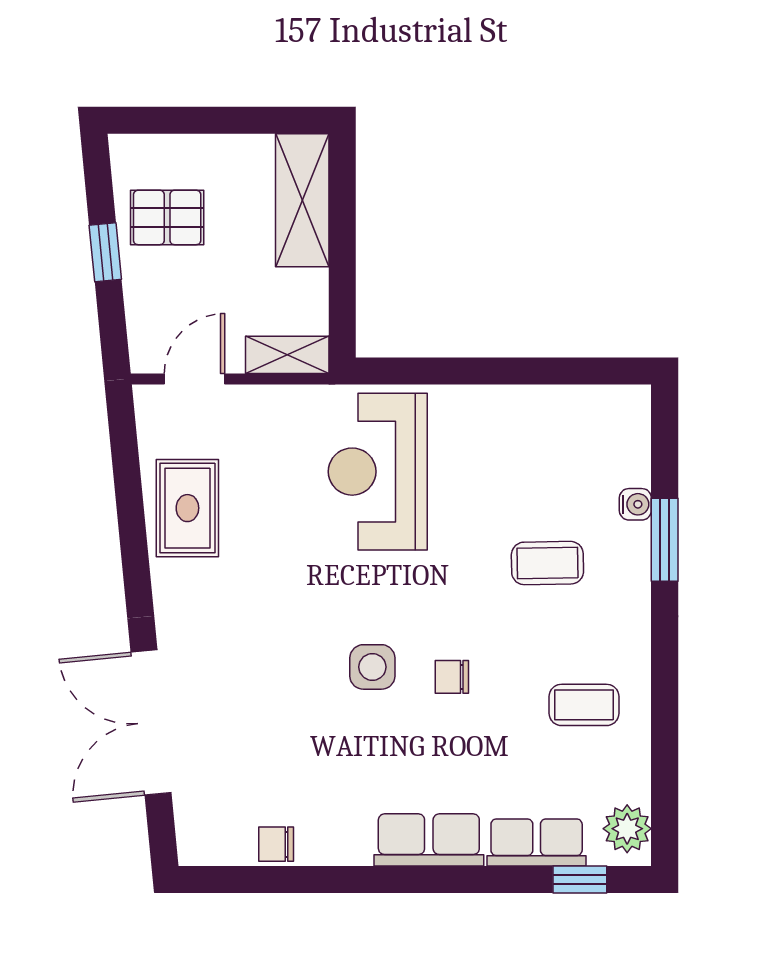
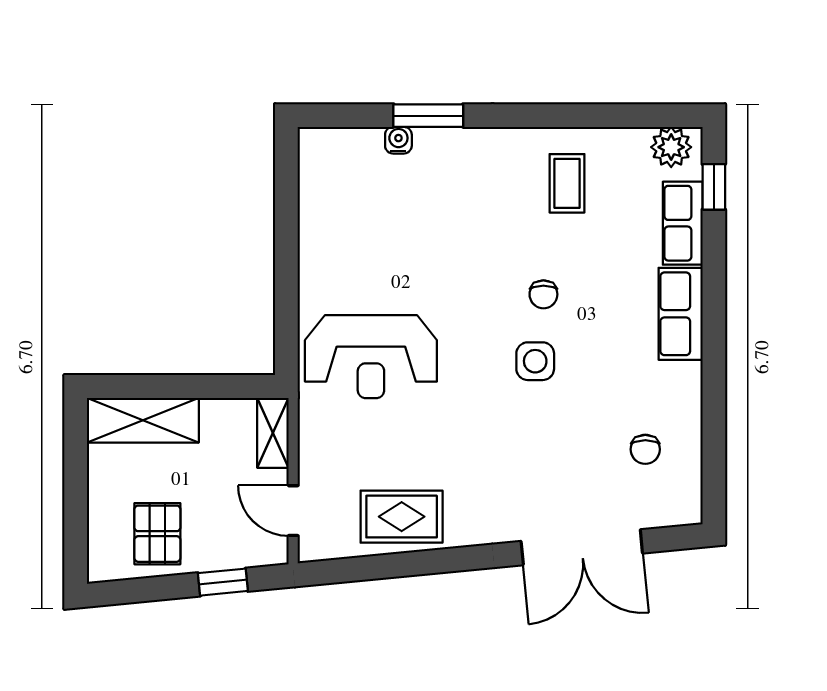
window: (105, 252) -> (223, 582), moved
coffee table: (547, 563) -> (448, 214), removed
chair: (276, 844) -> (645, 449), moved

